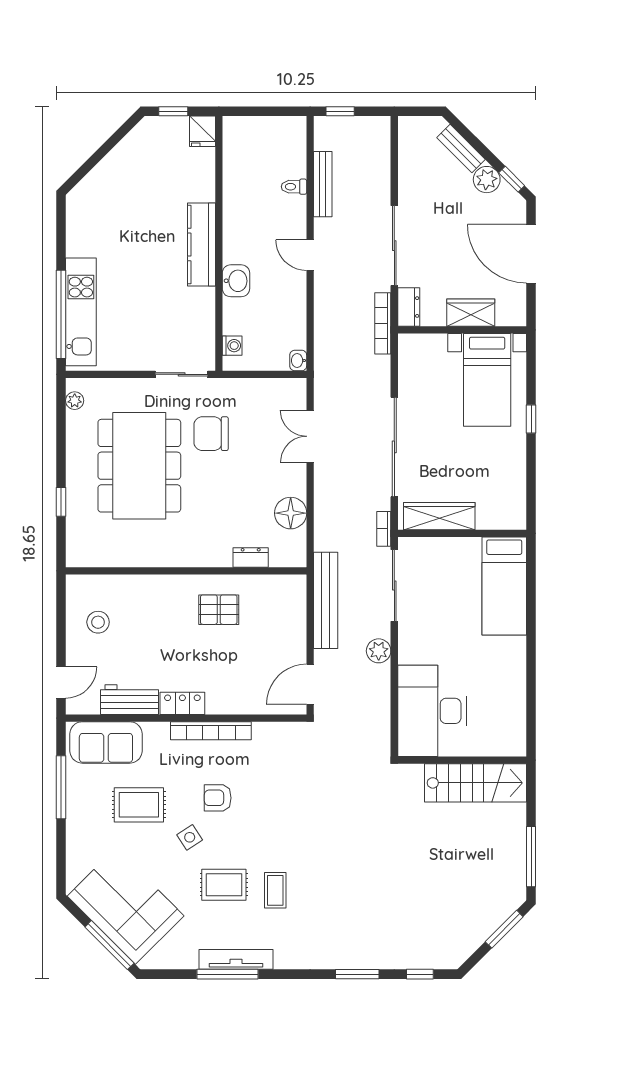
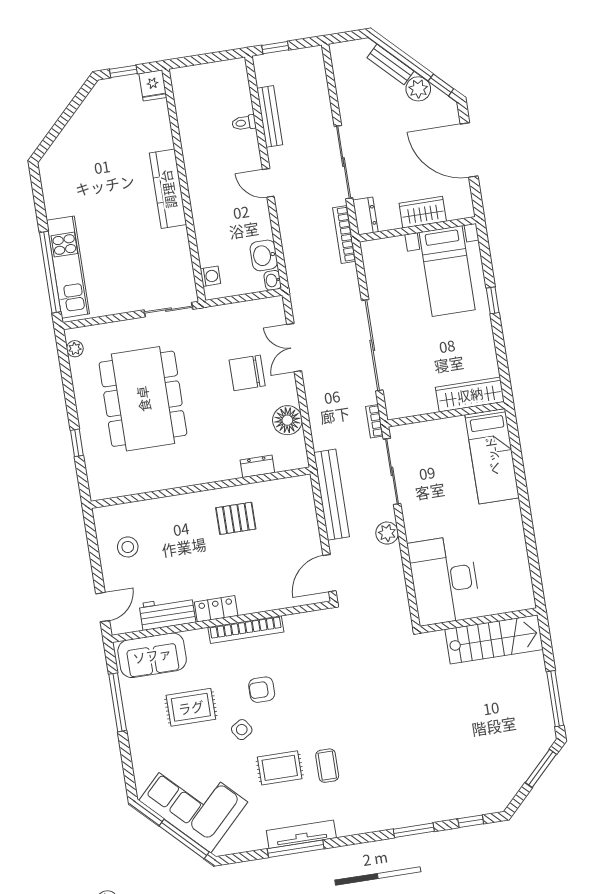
washbasin: (236, 281) -> (264, 255), moved, turned 180
chair: (211, 434) -> (247, 373), moved
wardrobe: (439, 516) -> (470, 394), moved

